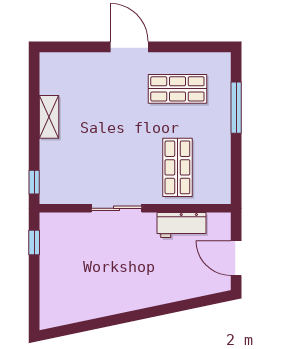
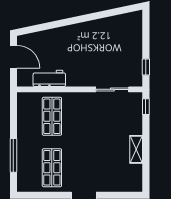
shop shelf: (177, 89) -> (52, 168), turned 90
sliding door: (116, 208) -> (112, 89), moved

